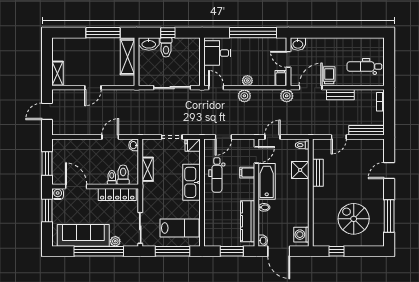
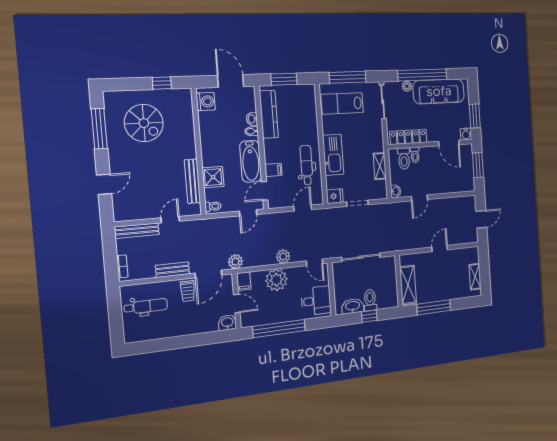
washbasin: (149, 44) -> (353, 306), moved
shelving: (58, 73) -> (475, 277), moved
plant: (247, 81) -> (276, 280), width x1.87, depth x1.87
bench: (318, 173) -> (192, 181), width x1.36
washbasin: (263, 241) -> (252, 119), moved

